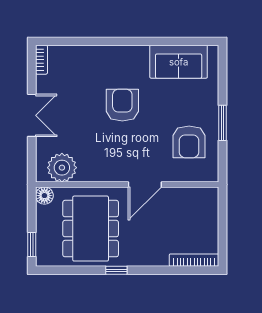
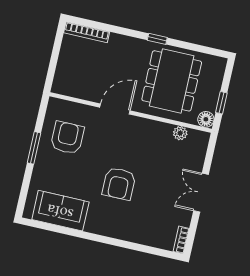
plant: (62, 168) -> (180, 133), width x0.53, depth x0.53
window: (32, 244) -> (221, 103), moved

